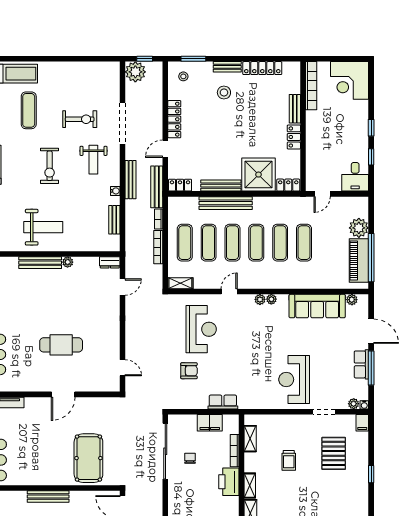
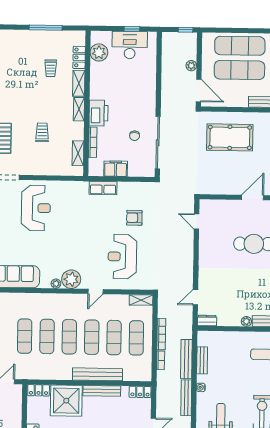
bench: (157, 187) -> (186, 359), moved
plant: (260, 299) -> (71, 279), width x1.88, depth x1.88
pool table: (88, 458) -> (230, 137), turned 90

